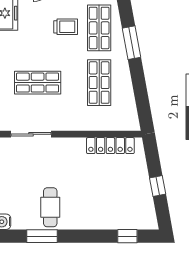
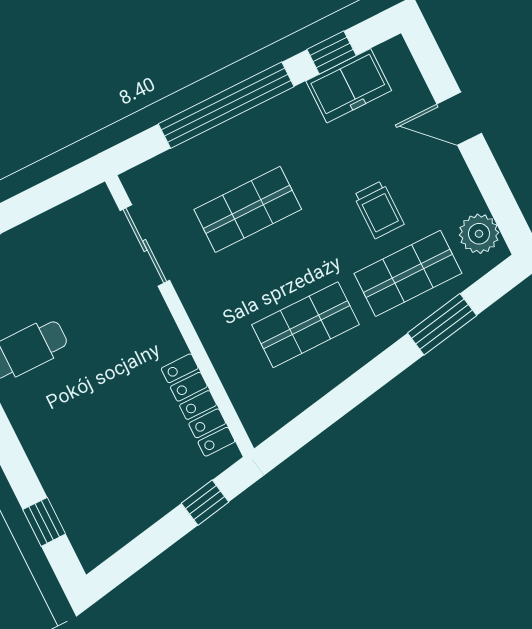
window: (131, 43) -> (442, 324), moved
shop shelf: (38, 83) -> (248, 209), turned 90
window: (158, 186) -> (205, 503), moved

